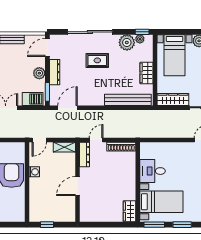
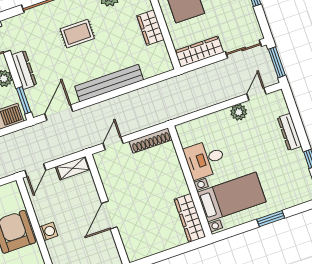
bench: (128, 100) -> (109, 83), moved
plant: (185, 148) -> (239, 112), added
dresser: (84, 155) -> (104, 169), removed
washing machine: (34, 172) -> (49, 231), moved
wardrobe: (129, 211) -> (190, 218), width x1.50
window: (154, 225) -> (233, 232), removed

